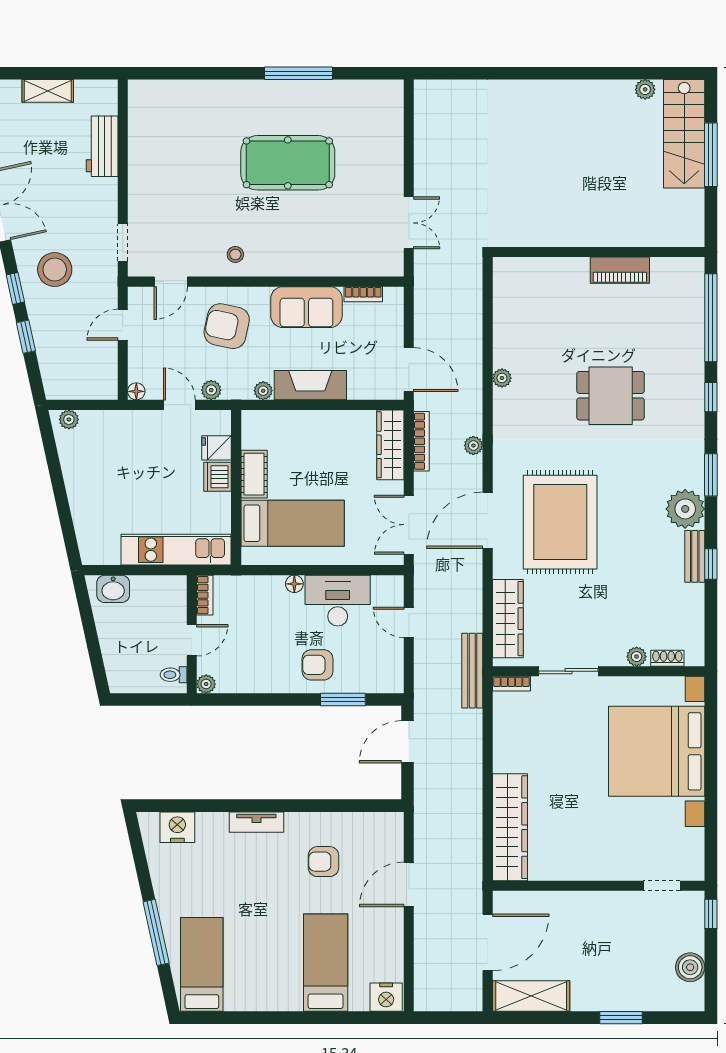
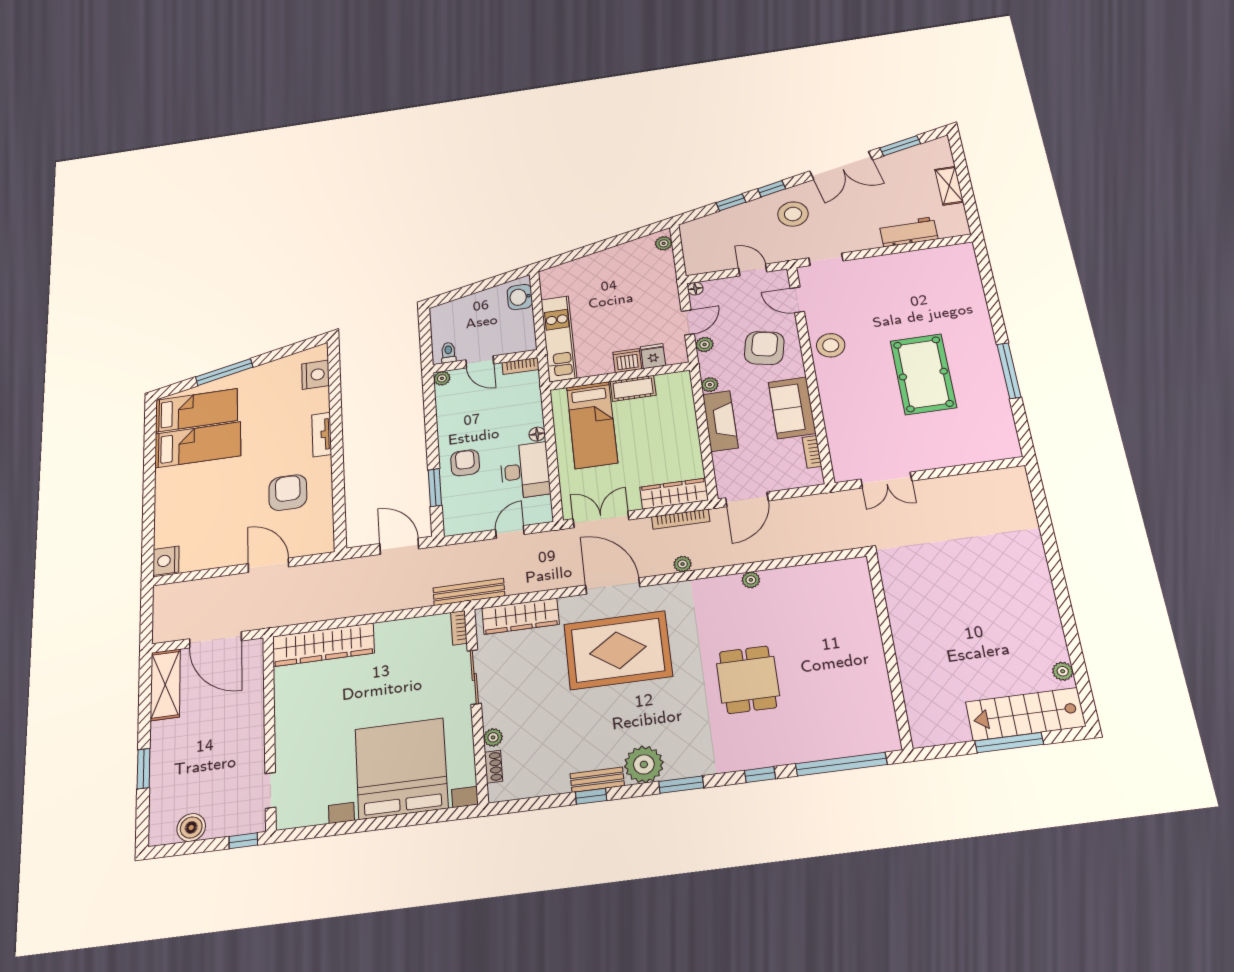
stool: (235, 254) -> (831, 345), width x1.89, depth x1.89
piano: (620, 270) -> (875, 672), removed
armchair: (323, 862) -> (288, 493), width x1.38, depth x1.38
bed: (326, 963) -> (198, 445), moved

